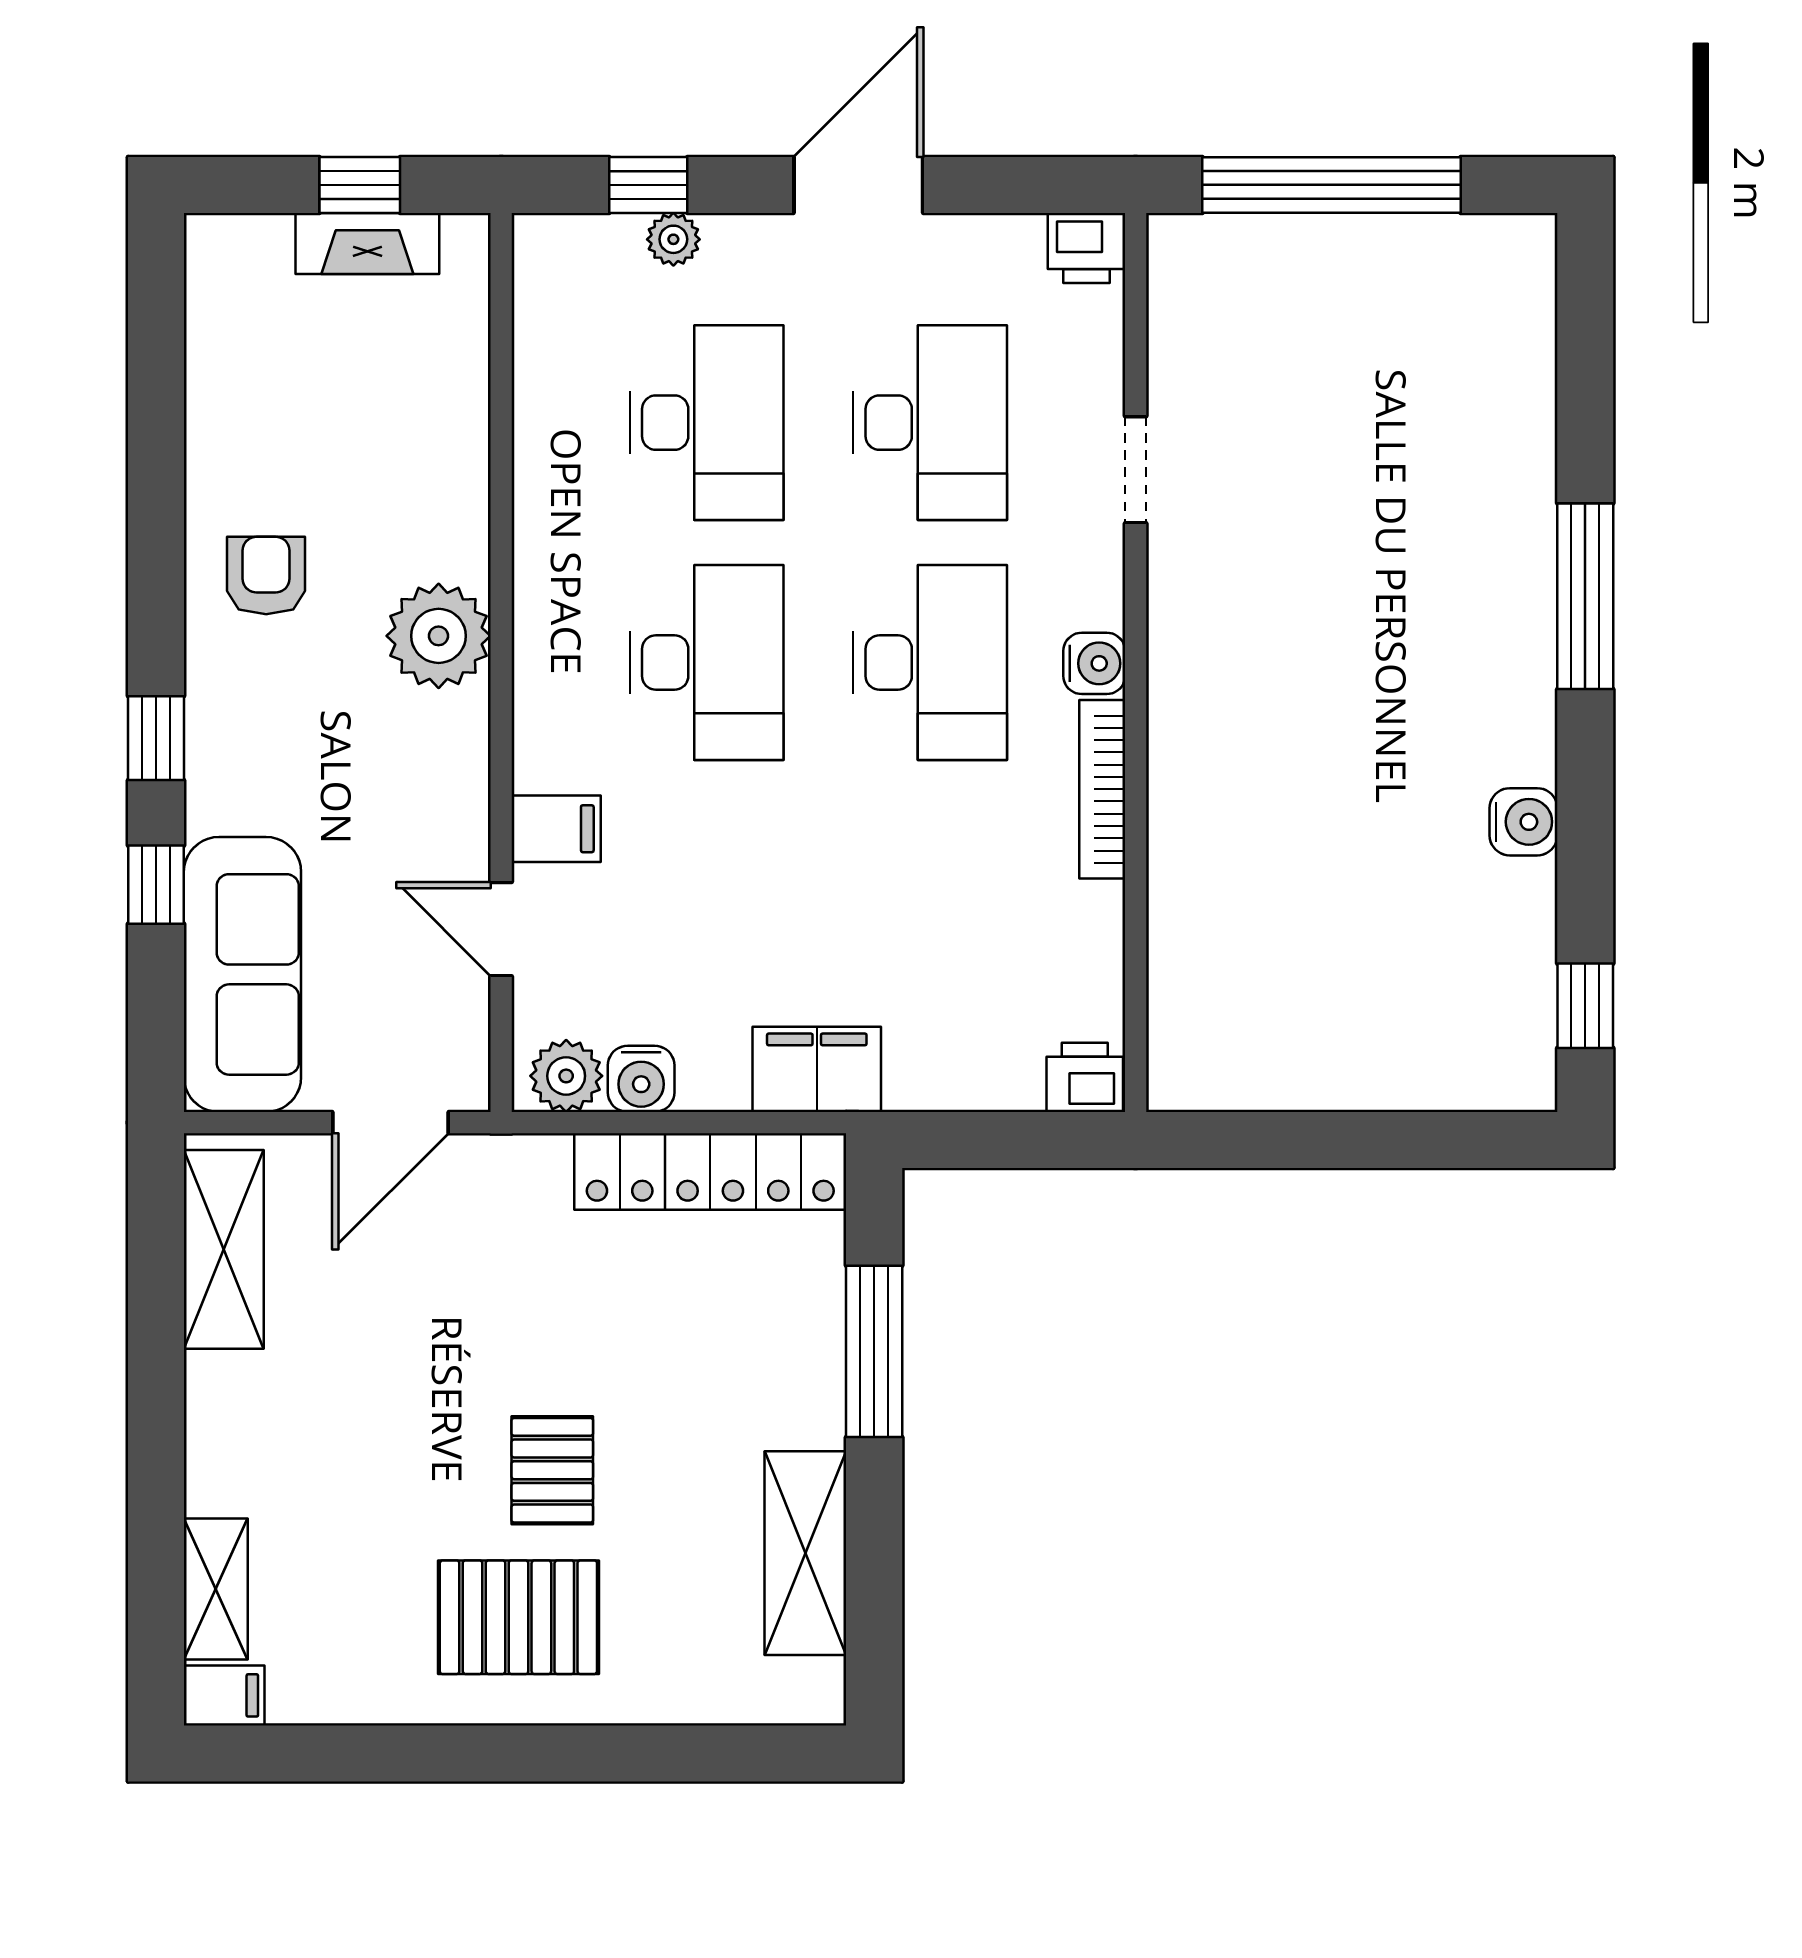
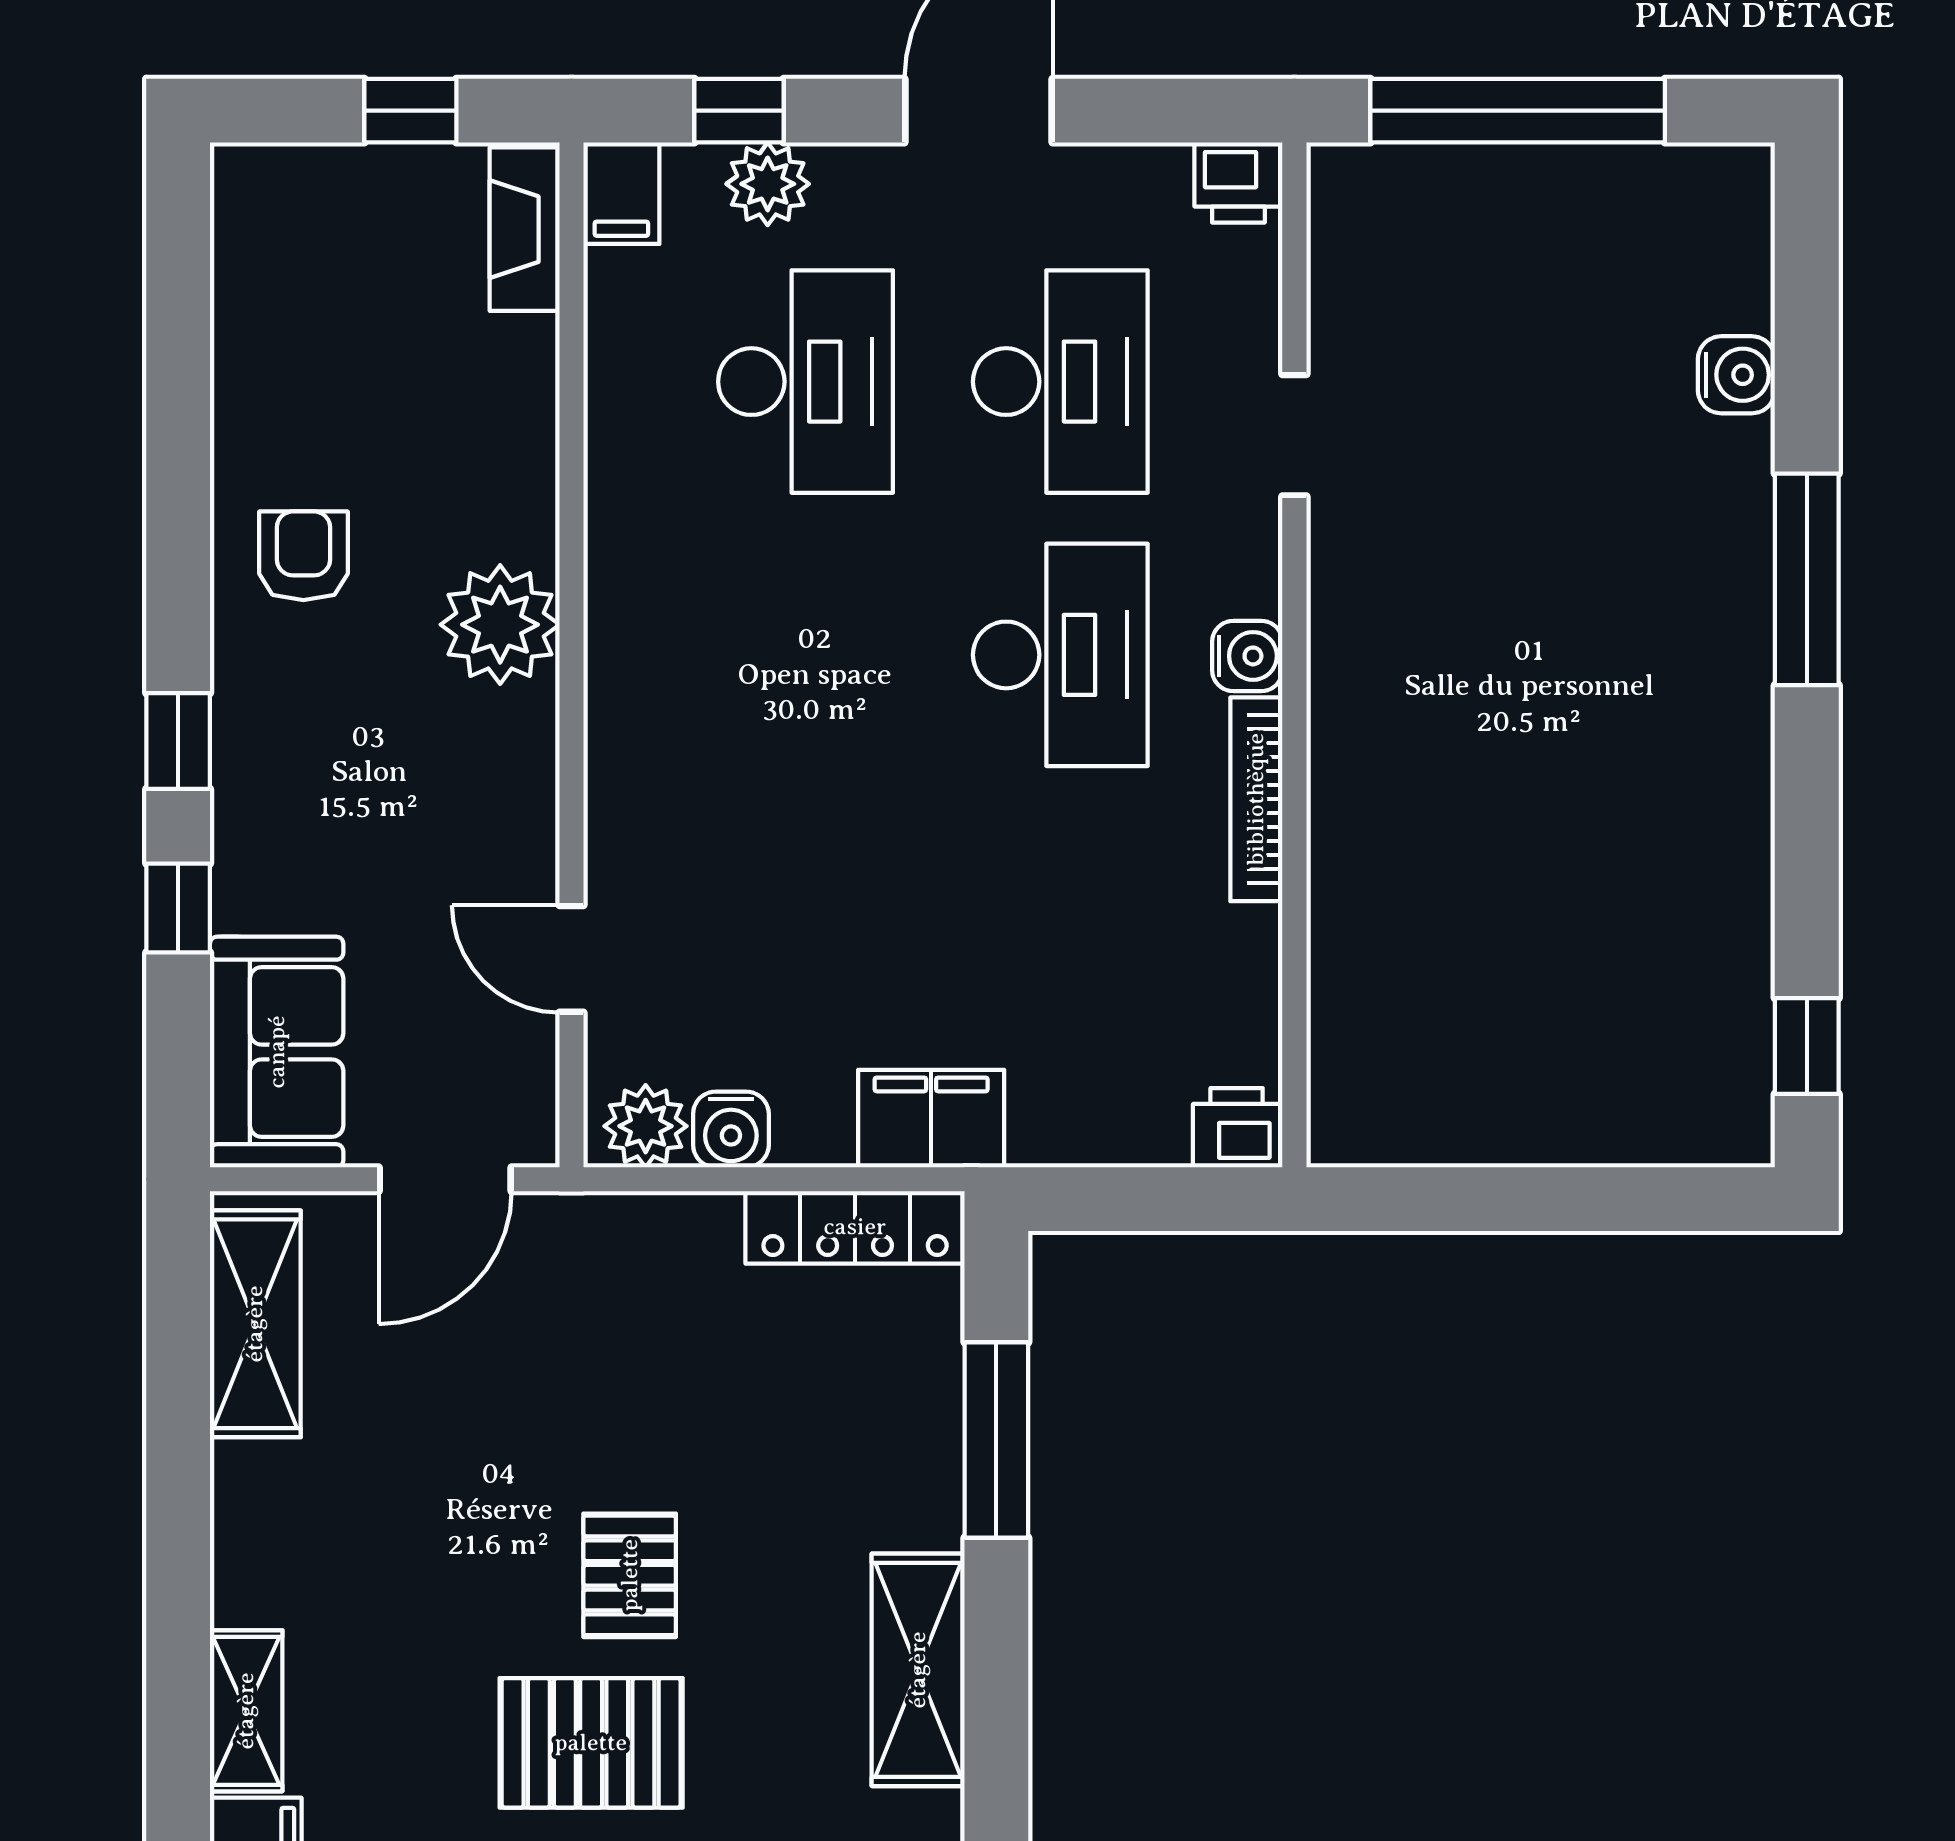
plant: (673, 239) -> (768, 184), width x1.38, depth x1.38
fireplace: (367, 243) -> (525, 229), moved, turned 90
desk: (707, 662) -> (806, 655), removed
water cooler: (1523, 822) -> (1736, 375), moved
filing cabinet: (556, 829) -> (621, 193), moved, turned 90
sofa: (242, 974) -> (277, 1052), width x0.73
locker: (710, 1171) -> (855, 1227), width x0.71, depth x0.83

